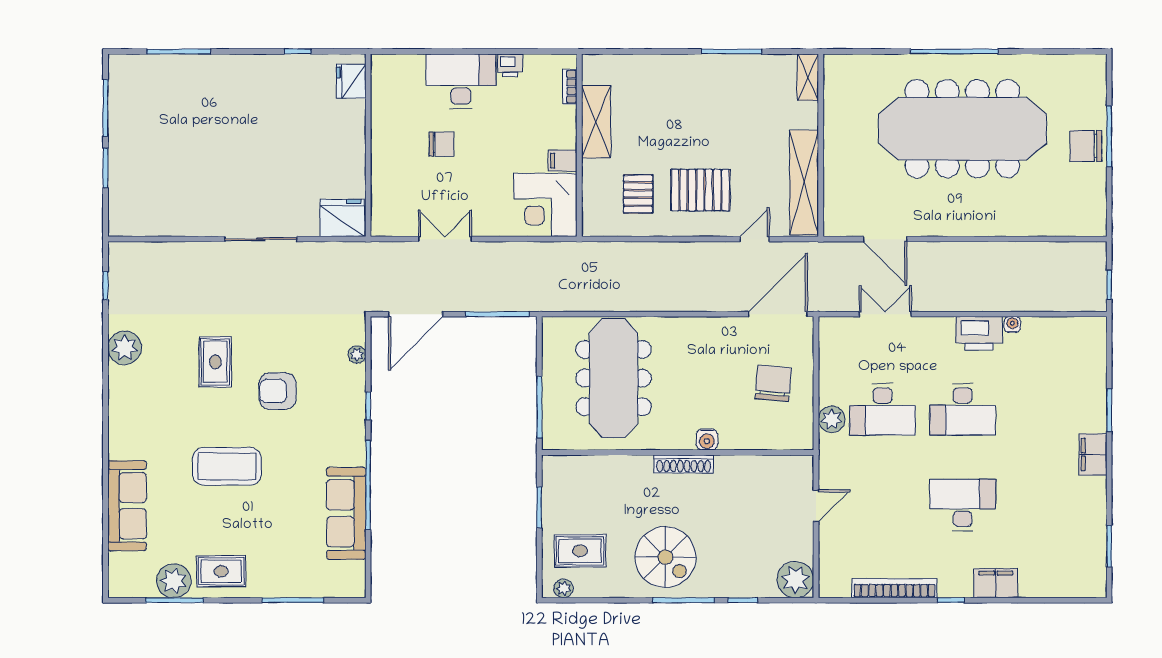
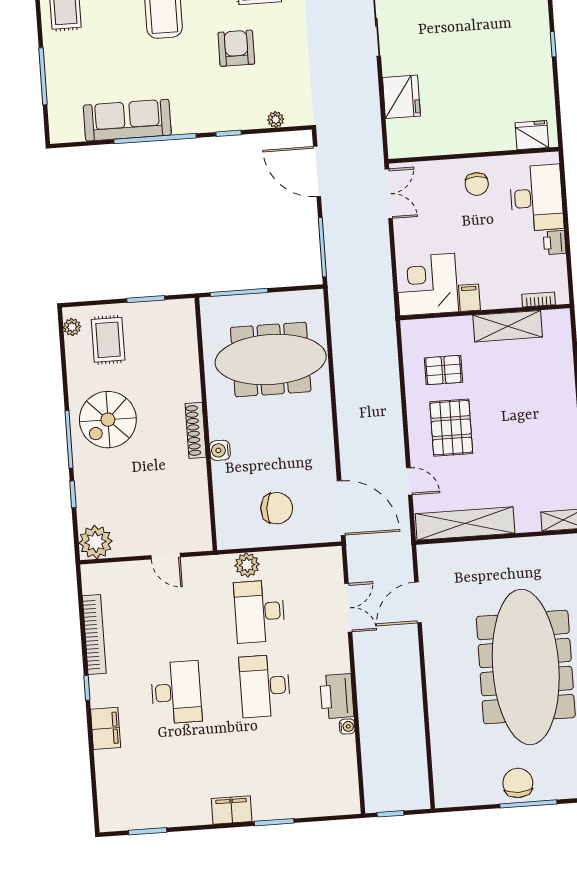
fridge: (351, 81) -> (532, 135), moved
wall: (368, 145) -> (474, 155), moved

